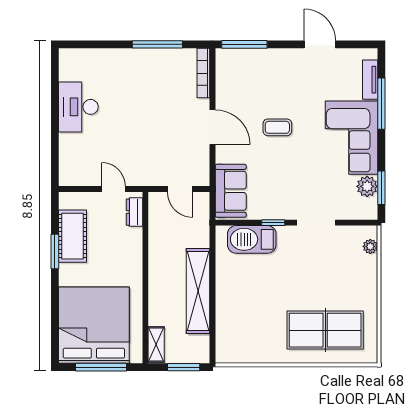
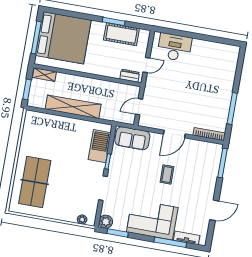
desk: (78, 107) -> (175, 47), moved
plant: (367, 186) -> (106, 222), moved

